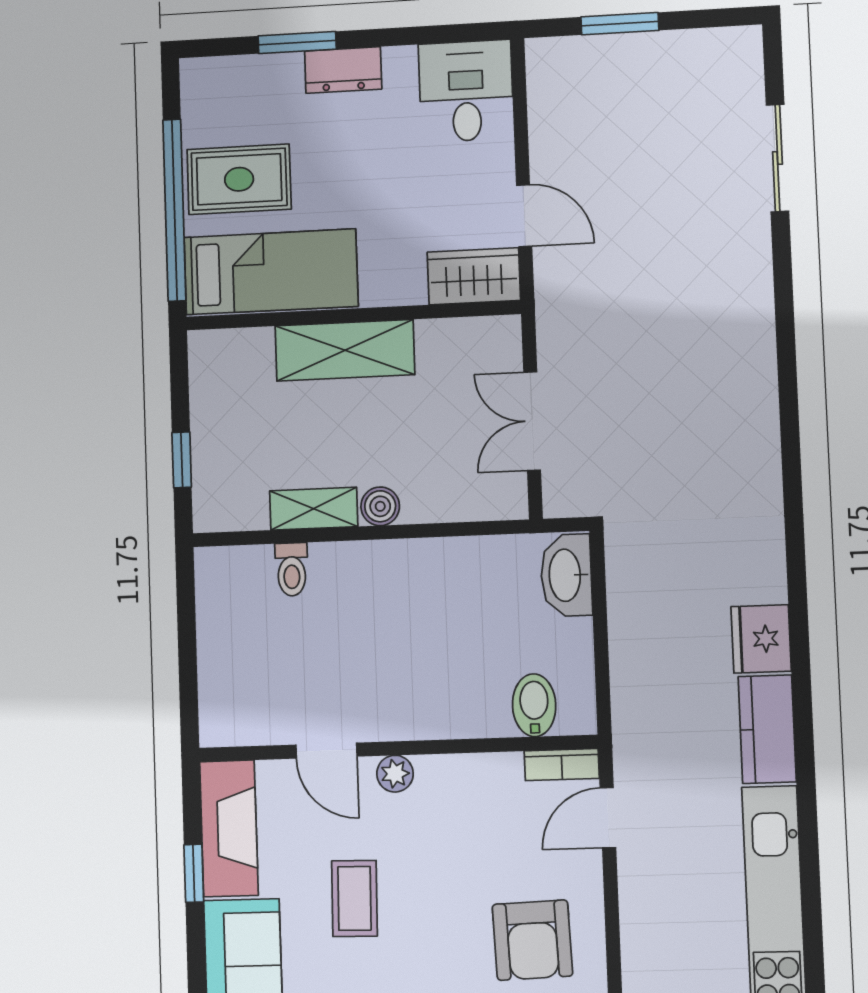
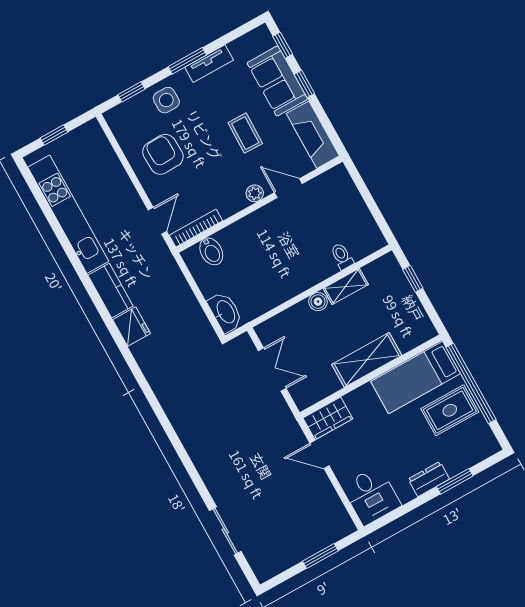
bookcase: (562, 765) -> (196, 228), width x1.56
window: (194, 873) -> (304, 84), moved

